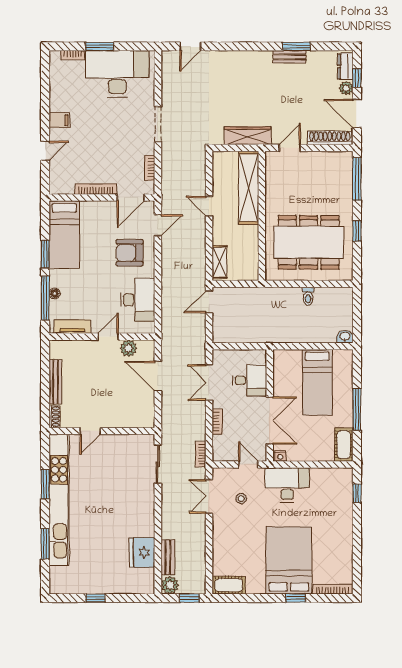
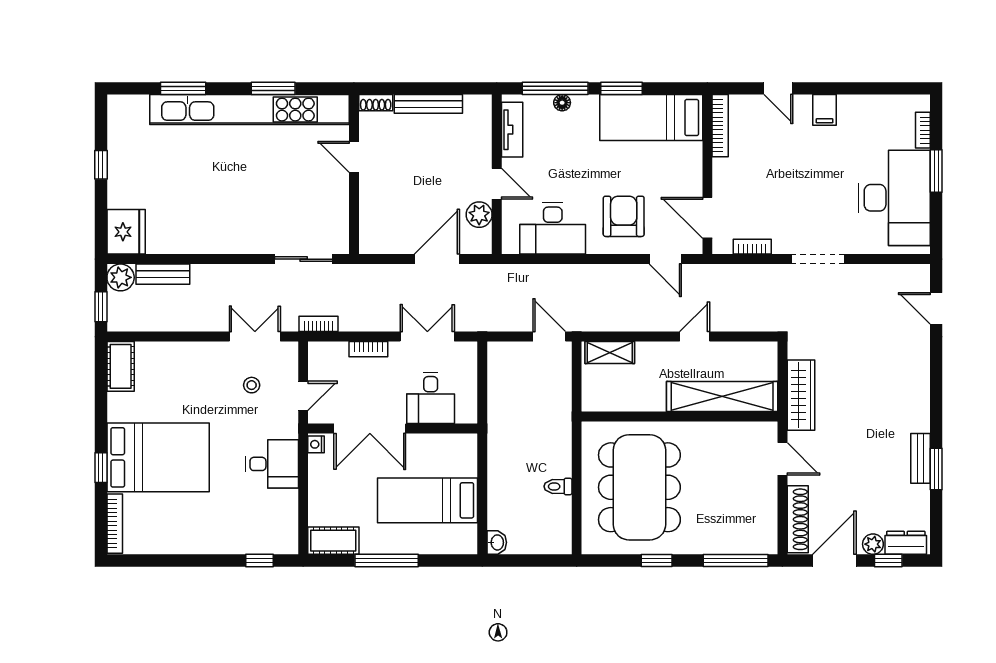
bookcase: (96, 189) -> (720, 126), moved
desk: (287, 485) -> (272, 464), width x0.73
fridge: (142, 552) -> (126, 232), moved, turned 90

